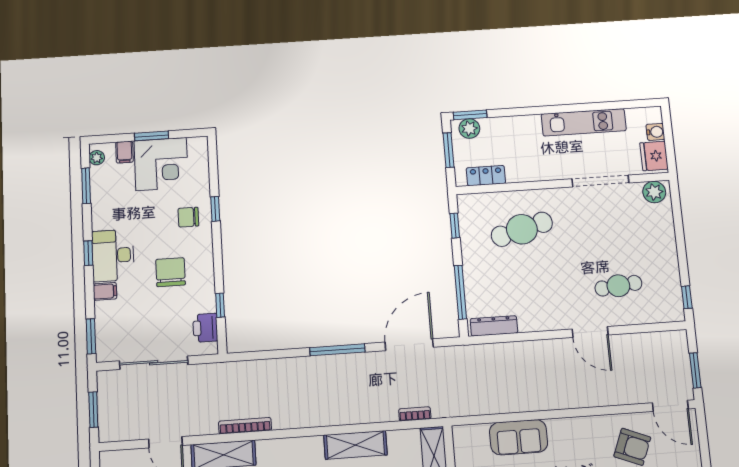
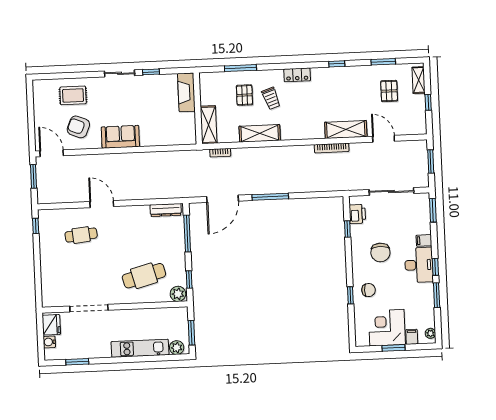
window: (470, 115) -> (77, 362), moved
kitchen unit: (584, 122) -> (140, 348), moved
locker: (486, 176) -> (167, 314), removed
window: (86, 186) -> (437, 295), moved
plant: (654, 192) -> (178, 294), moved
sofa: (519, 437) -> (120, 137), moved

